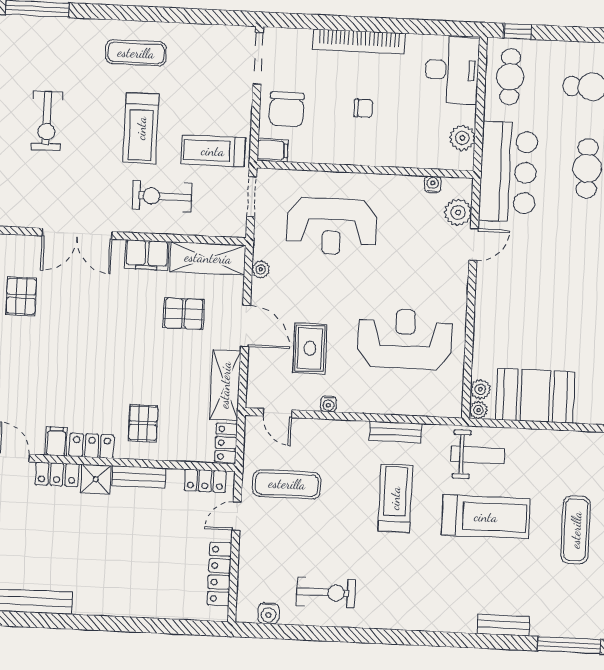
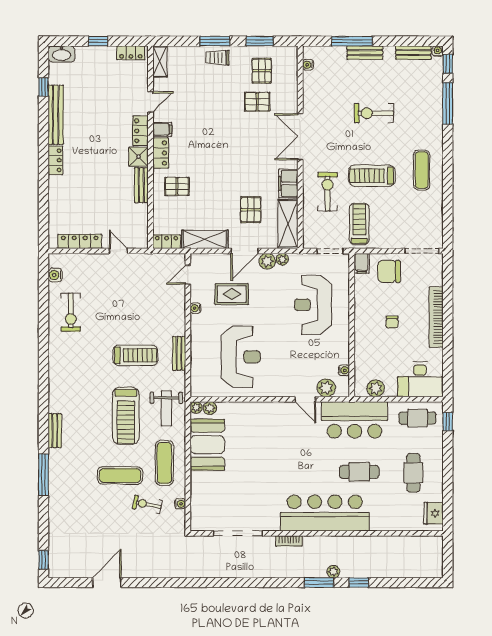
plant: (263, 292) -> (267, 261), added
locker: (205, 481) -> (55, 160), moved, turned 180
exercise mat: (287, 484) -> (164, 463), moved

